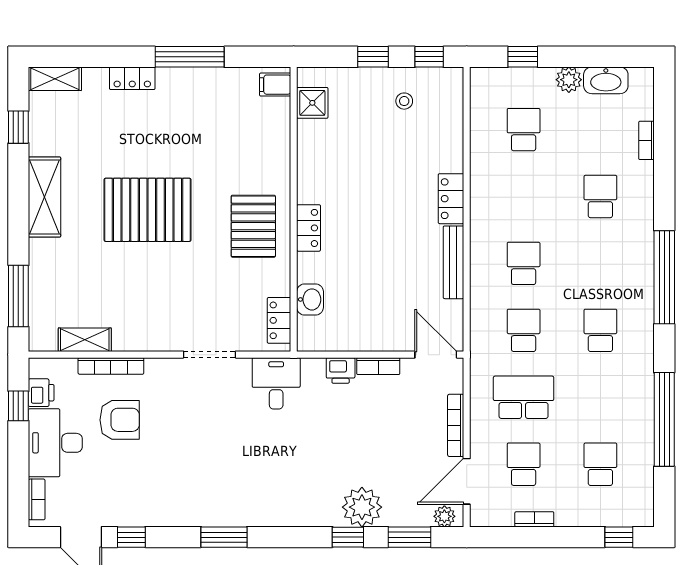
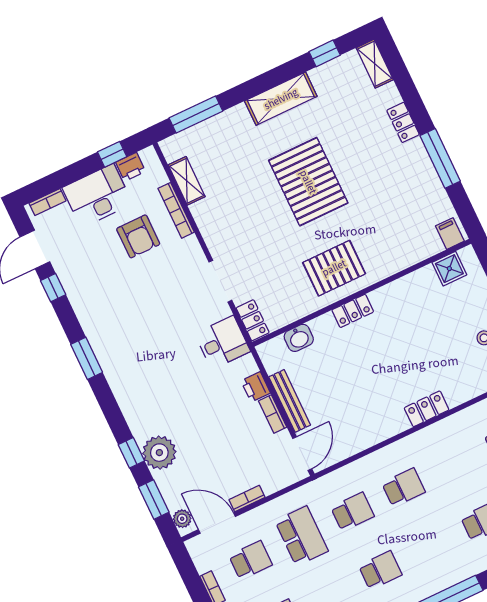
bench: (453, 262) -> (290, 401), moved, turned 90
locker: (279, 320) -> (253, 320), moved, turned 90
bookcase: (456, 425) -> (247, 498), width x0.64

